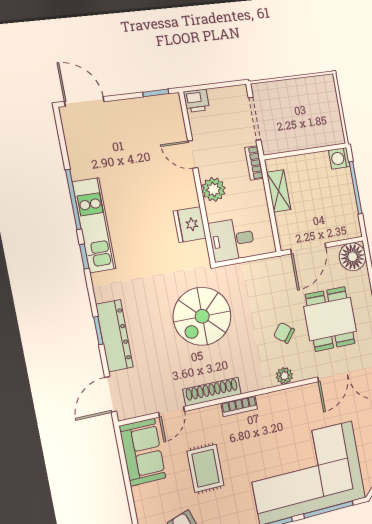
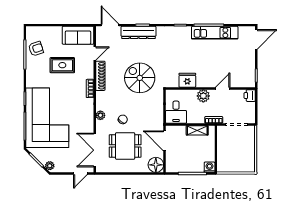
kitchen unit: (94, 225) -> (215, 33), moved
desk: (232, 240) -> (176, 112), moved, turned 180
door: (172, 412) -> (95, 53), swing flipped

